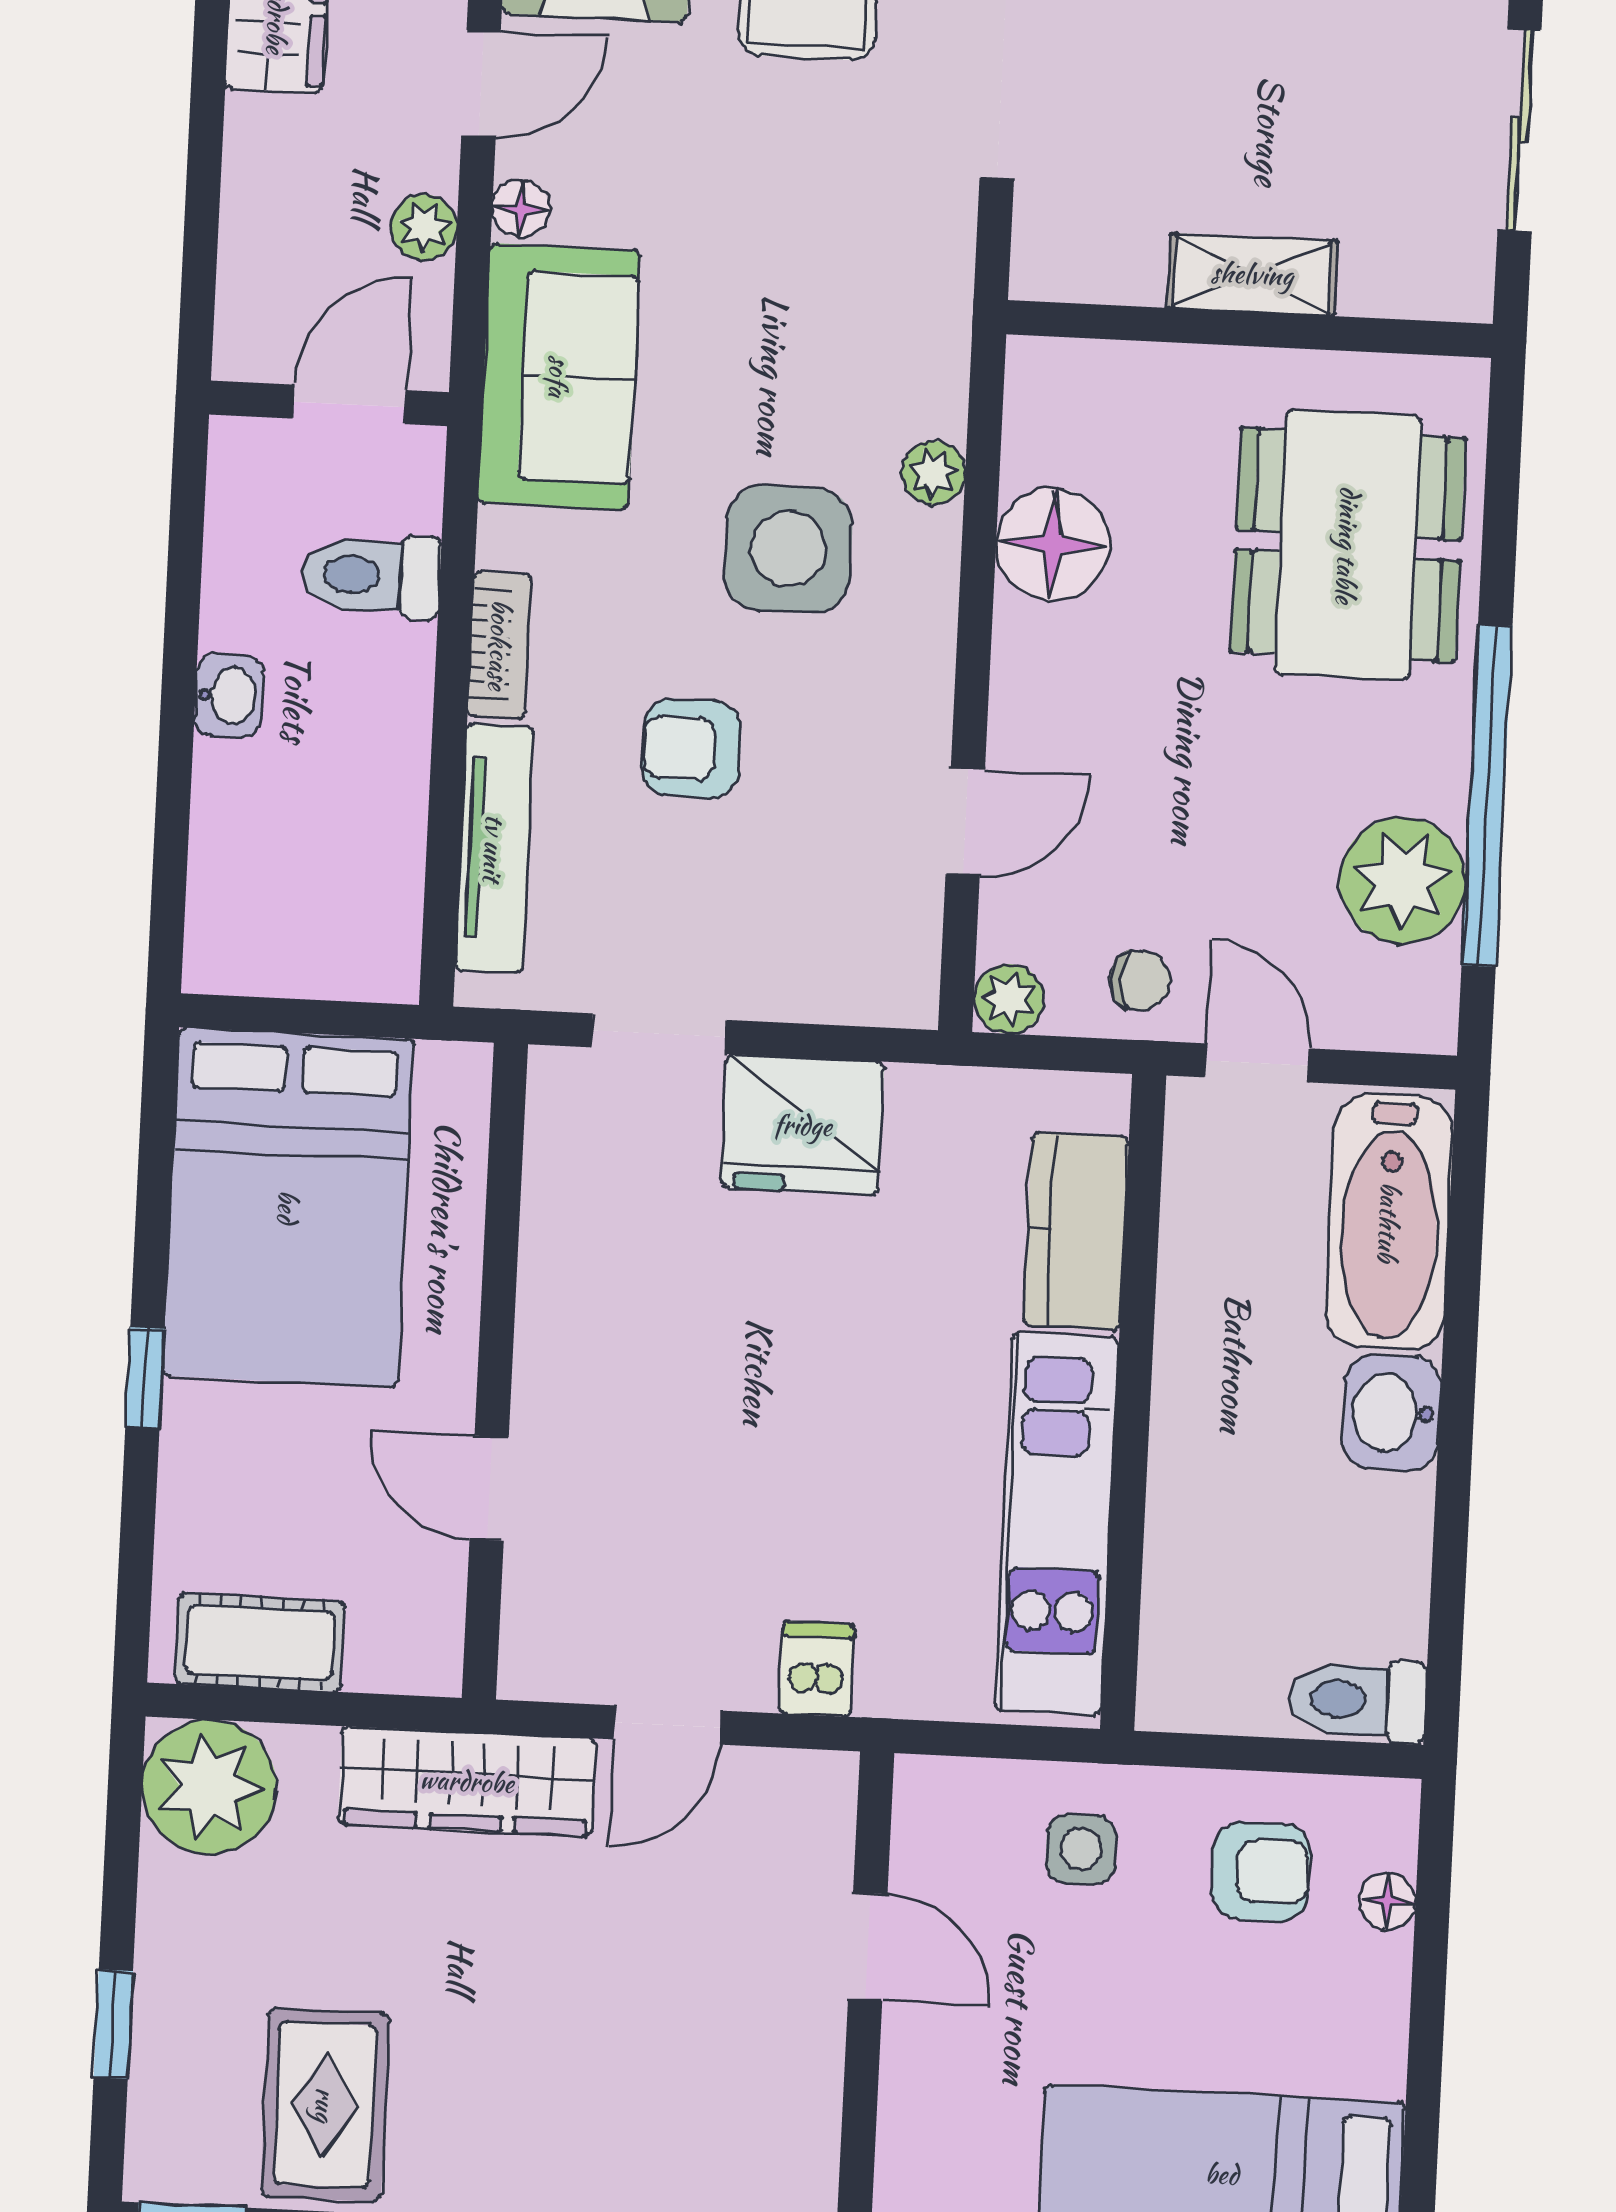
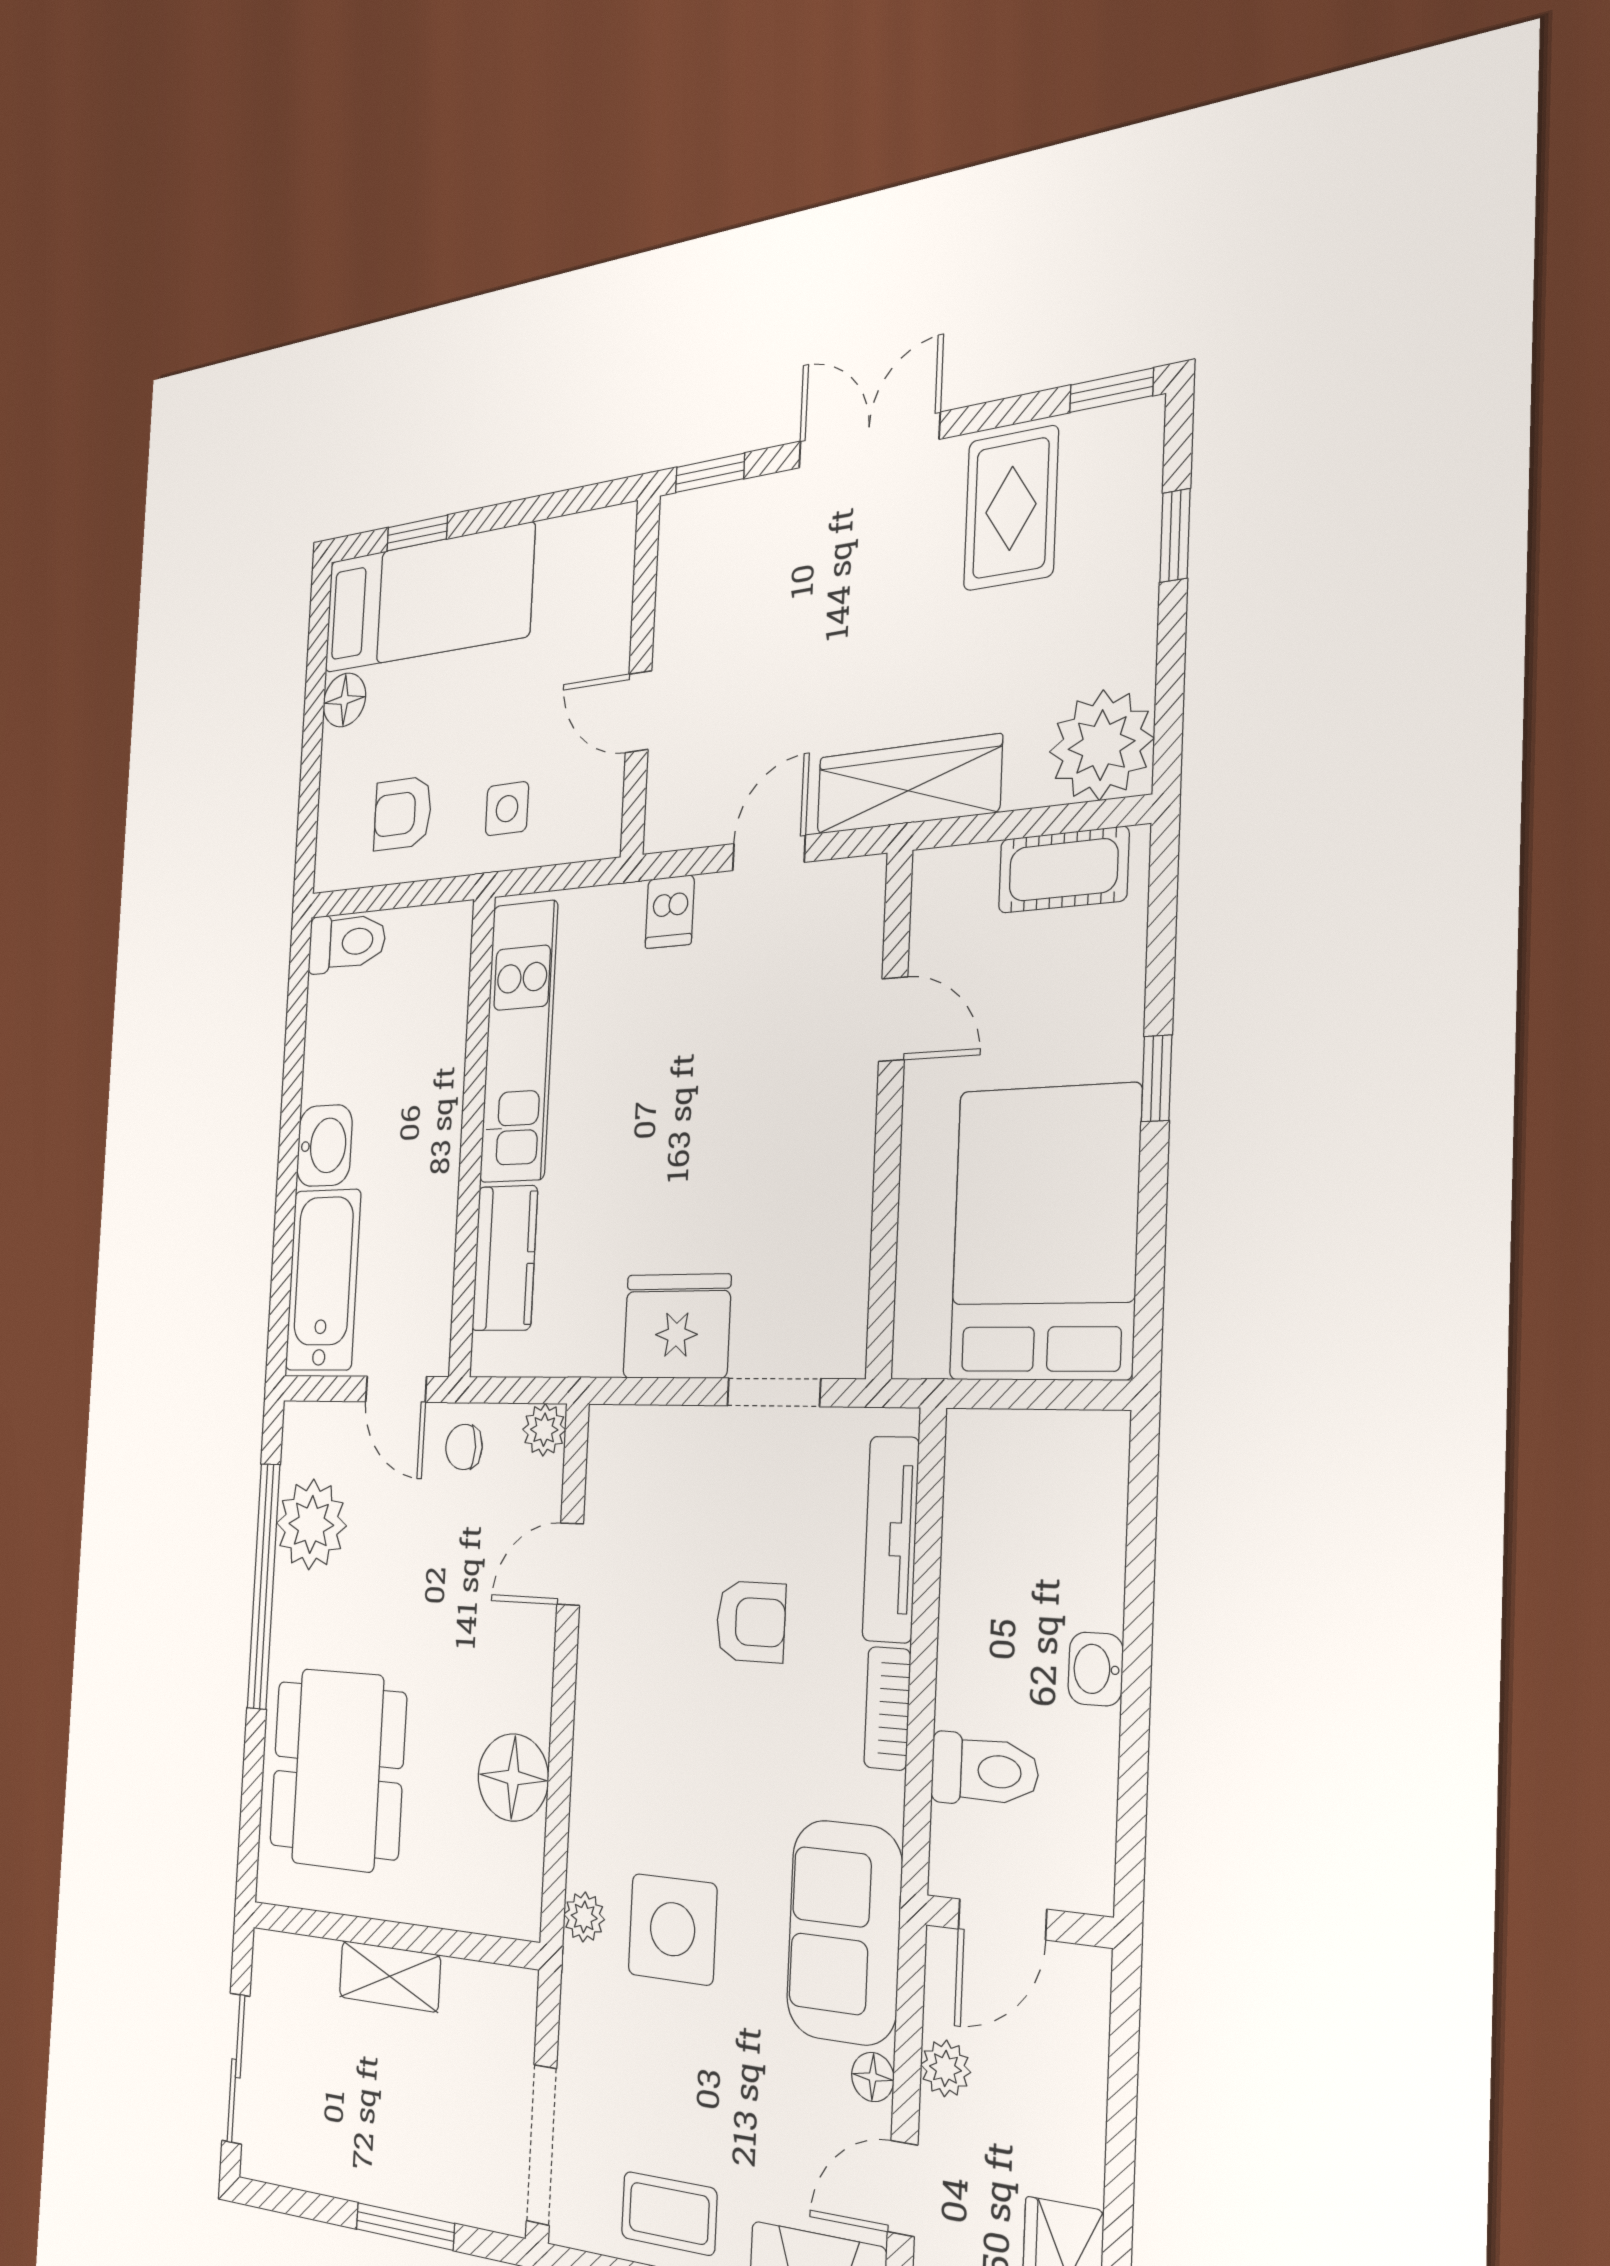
plant: (933, 473) -> (584, 1917), moved
side table: (788, 549) -> (673, 1929), moved
floor lamp: (1387, 1901) -> (344, 700), moved, width x1.37, depth x1.37

